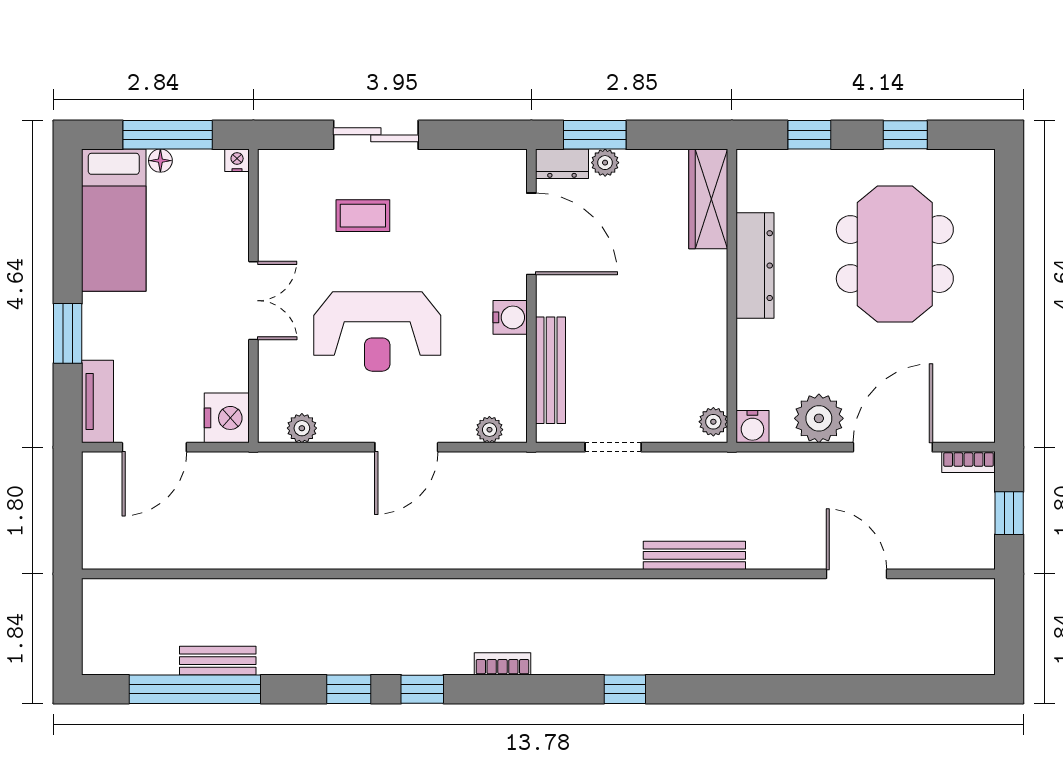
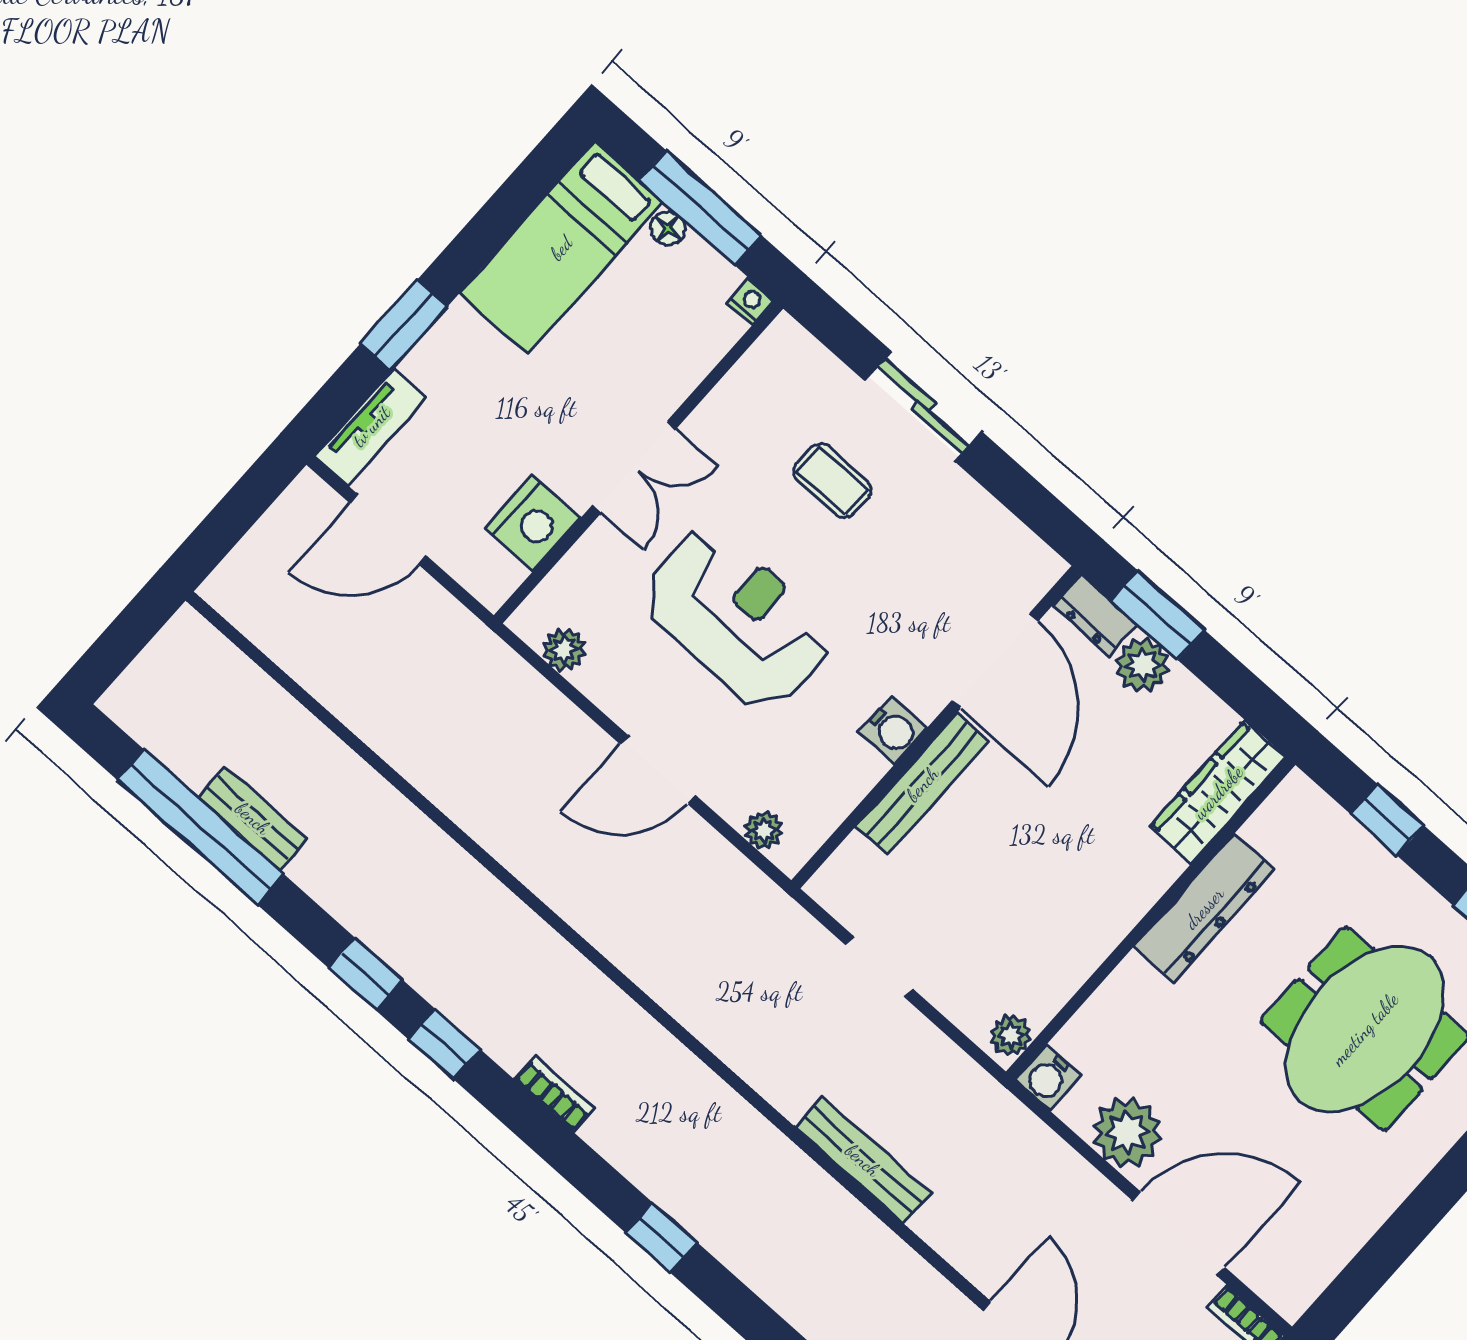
plant: (605, 163) -> (1143, 665), width x1.38, depth x1.38
reception desk: (377, 331) -> (737, 618), turned 180
bench: (551, 370) -> (922, 784), moved
nightstand: (227, 418) -> (533, 523), moved

